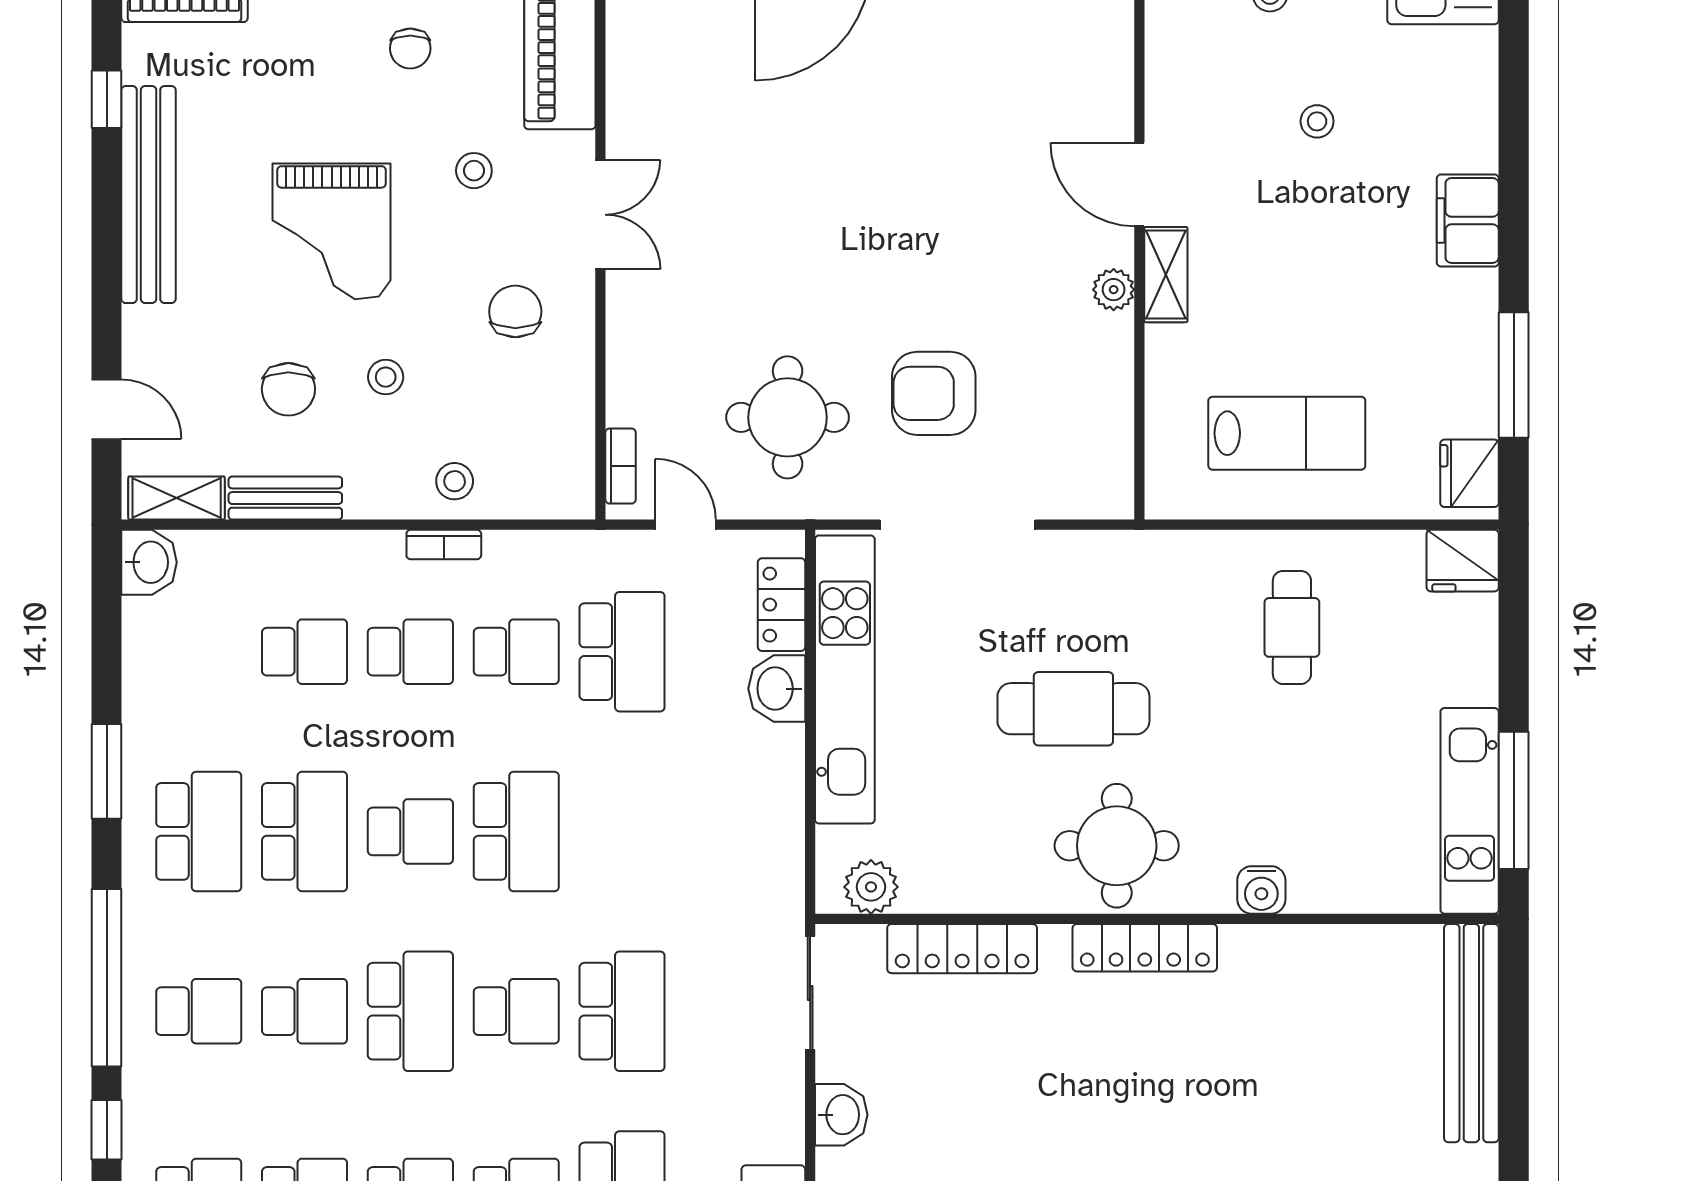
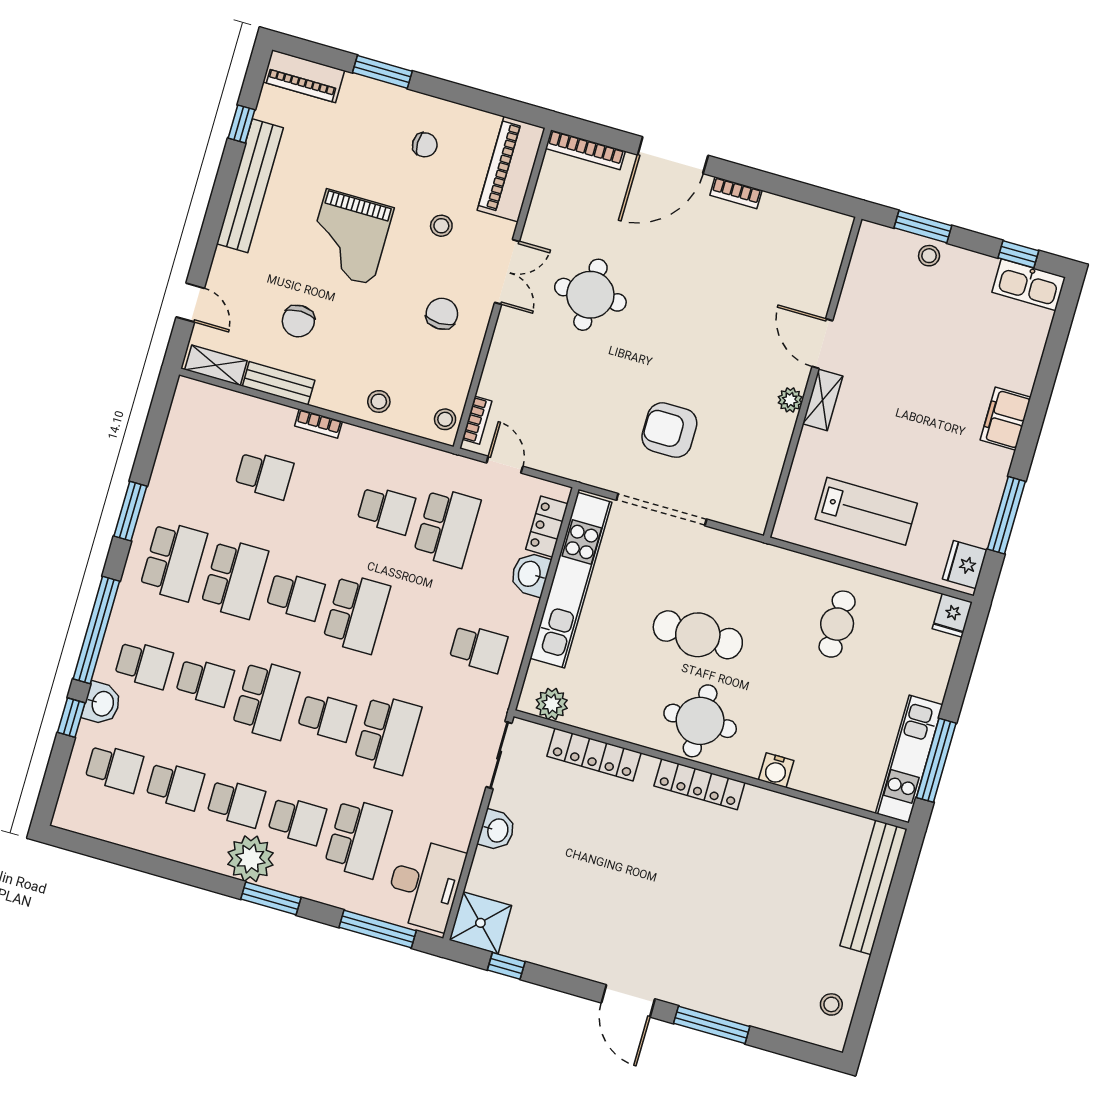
chair: (410, 48) -> (425, 145), turned -90
stool: (1317, 121) -> (935, 337), removed
stool: (386, 377) -> (445, 419), moved
round table: (788, 417) -> (590, 295), moved
bookcase: (444, 545) -> (318, 424), moved
fridge: (1463, 561) -> (952, 615), width x0.72
washbasin: (149, 562) -> (102, 703), moved
school desk: (410, 652) -> (478, 648), moved

